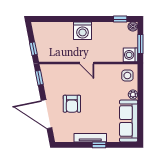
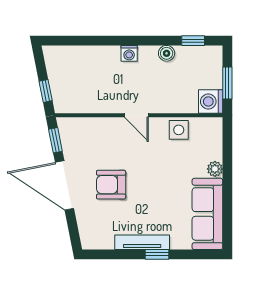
boiler: (133, 26) -> (167, 53), moved
washing machine: (83, 31) -> (129, 53), width x0.53, depth x0.53
side table: (127, 76) -> (179, 130), moved
armchair: (72, 104) -> (111, 185), turned 90
door: (47, 114) -> (64, 185), moved

